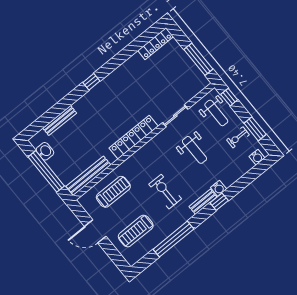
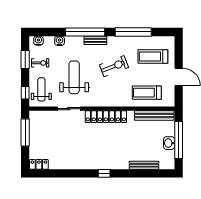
locker: (156, 44) -> (39, 164), width x0.66
weight bench: (194, 150) -> (74, 77), width x1.36, depth x1.33
washbasin: (45, 151) -> (169, 143), moved
water cooler: (219, 188) -> (60, 41), moved
exercise bike: (165, 192) -> (114, 66), turned -111
window: (219, 202) -> (85, 32), width x3.17
treadmill: (136, 231) -> (153, 56), turned 180

